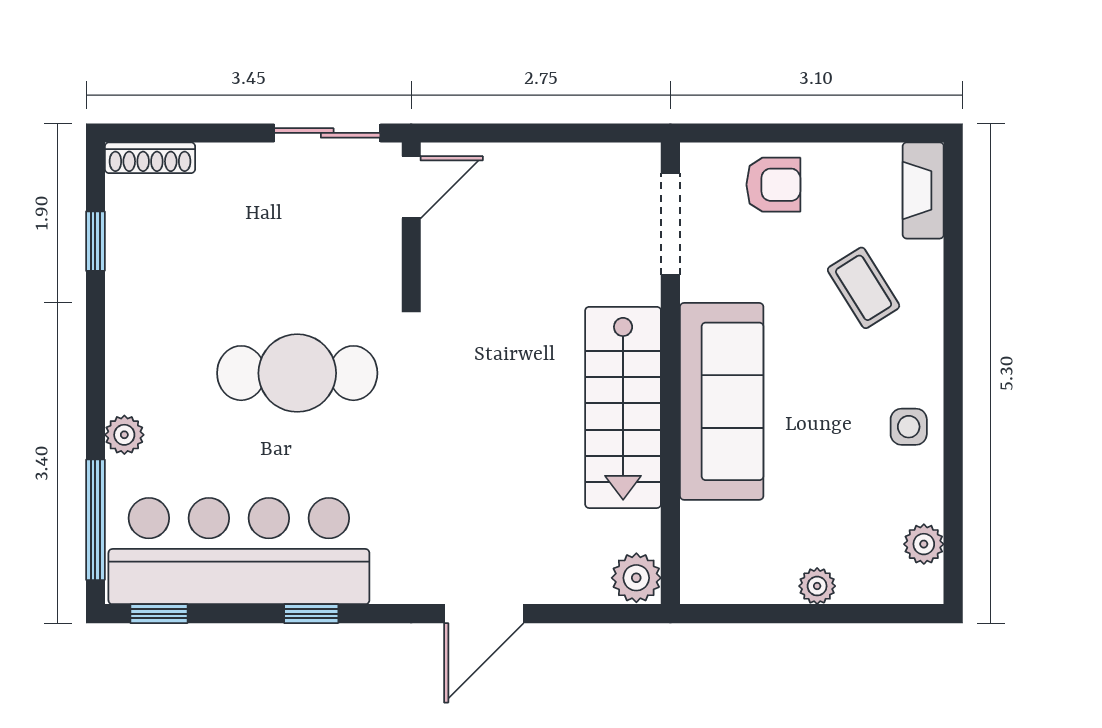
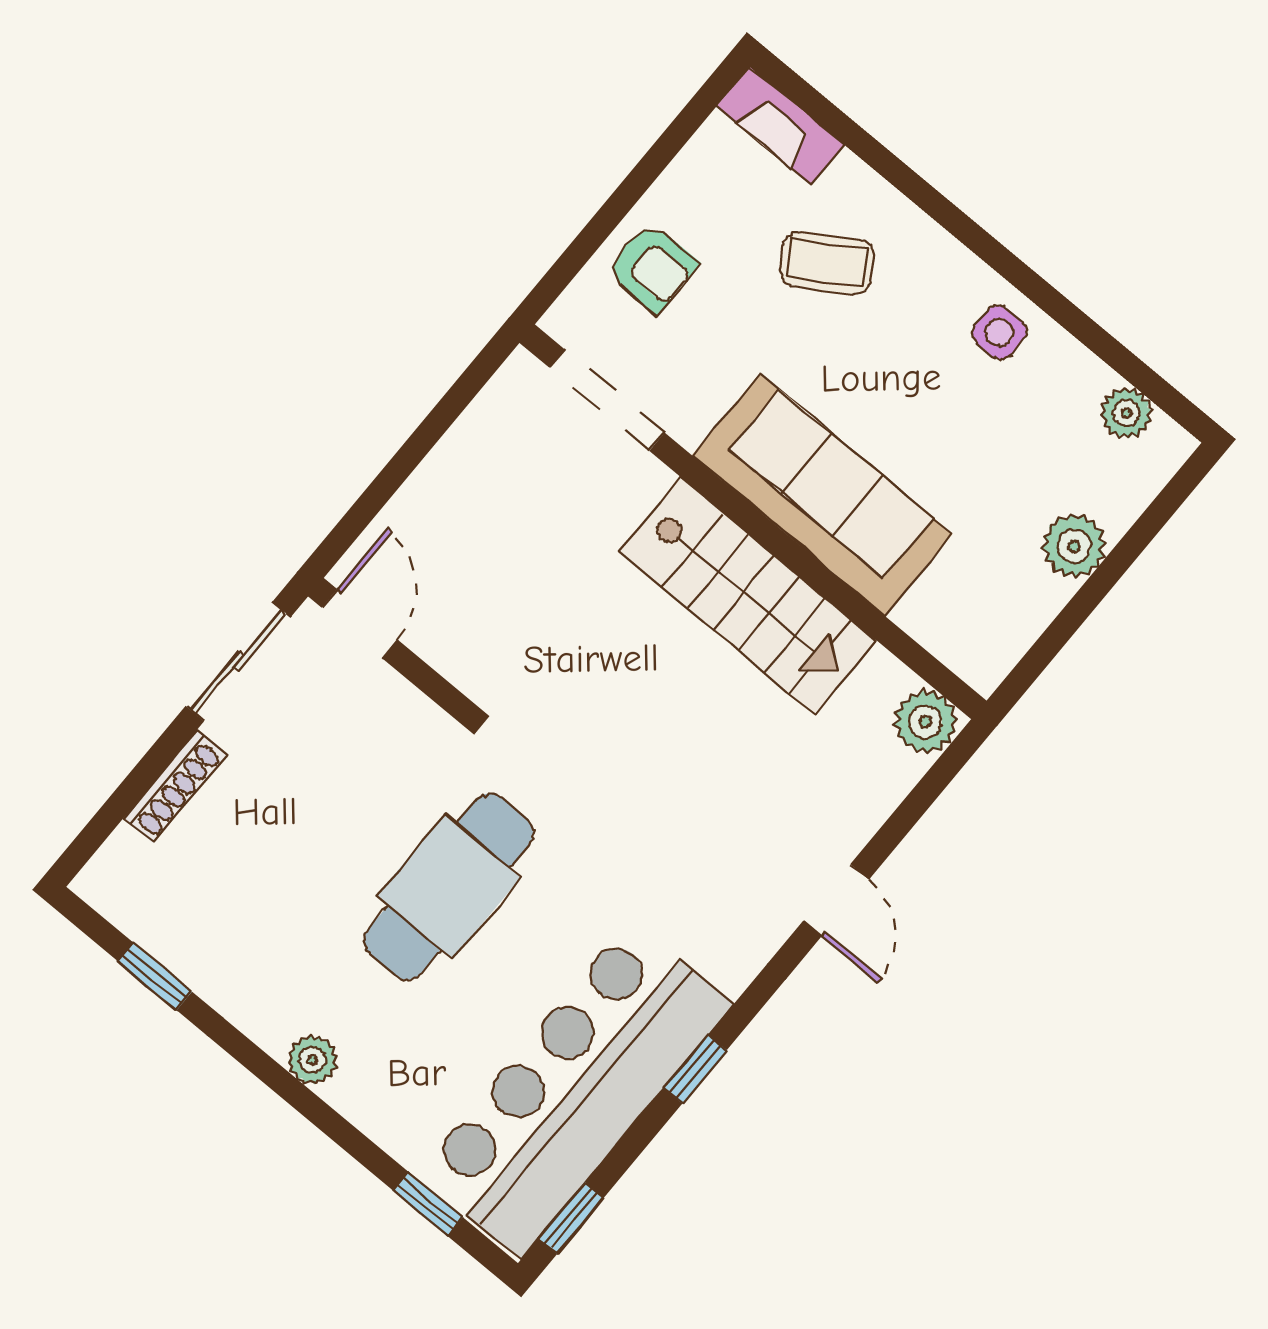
shoe rack: (150, 158) -> (175, 787), moved
armchair: (773, 185) -> (652, 267), turned 90
plant: (124, 435) -> (312, 1060), moved
window: (95, 520) -> (428, 1204), width x0.46
plant: (817, 586) -> (1074, 546), width x1.38, depth x1.38
door: (484, 614) -> (836, 900), width x0.73

